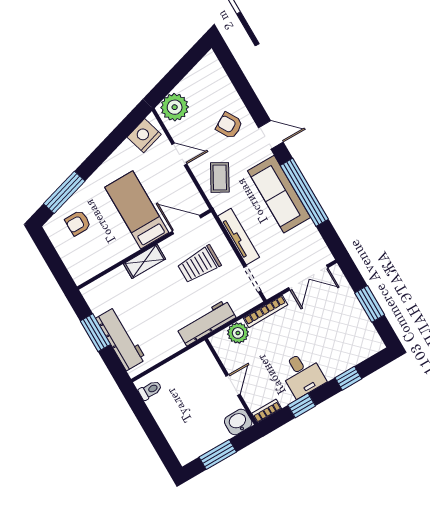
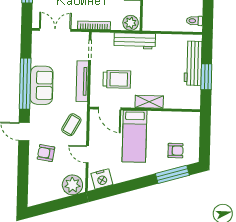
armchair: (229, 125) -> (46, 153), turned 129
sofa: (279, 194) -> (42, 85), width x0.73
plant: (238, 333) -> (131, 23), moved

